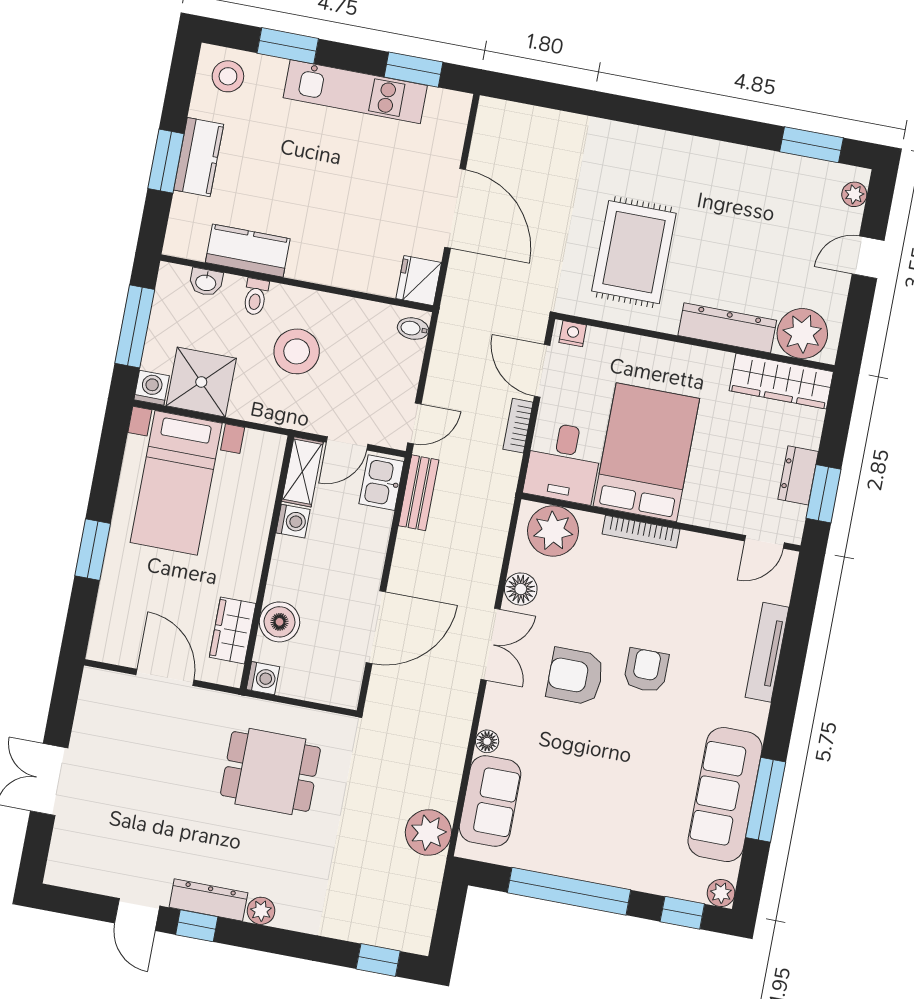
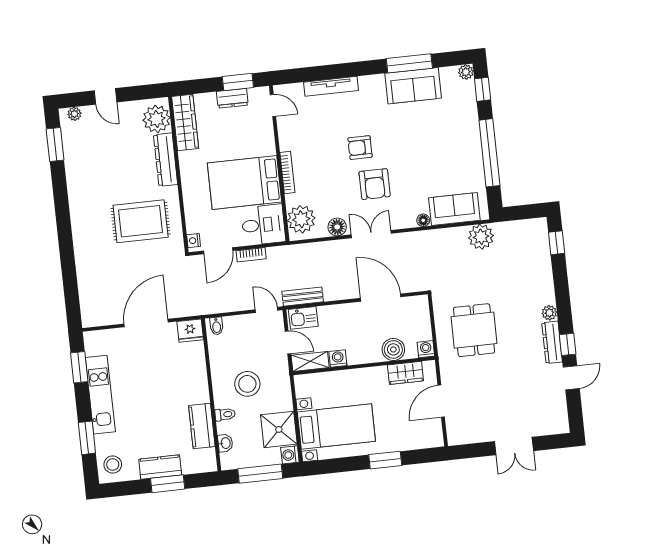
sofa: (725, 795) -> (413, 86), width x0.73

